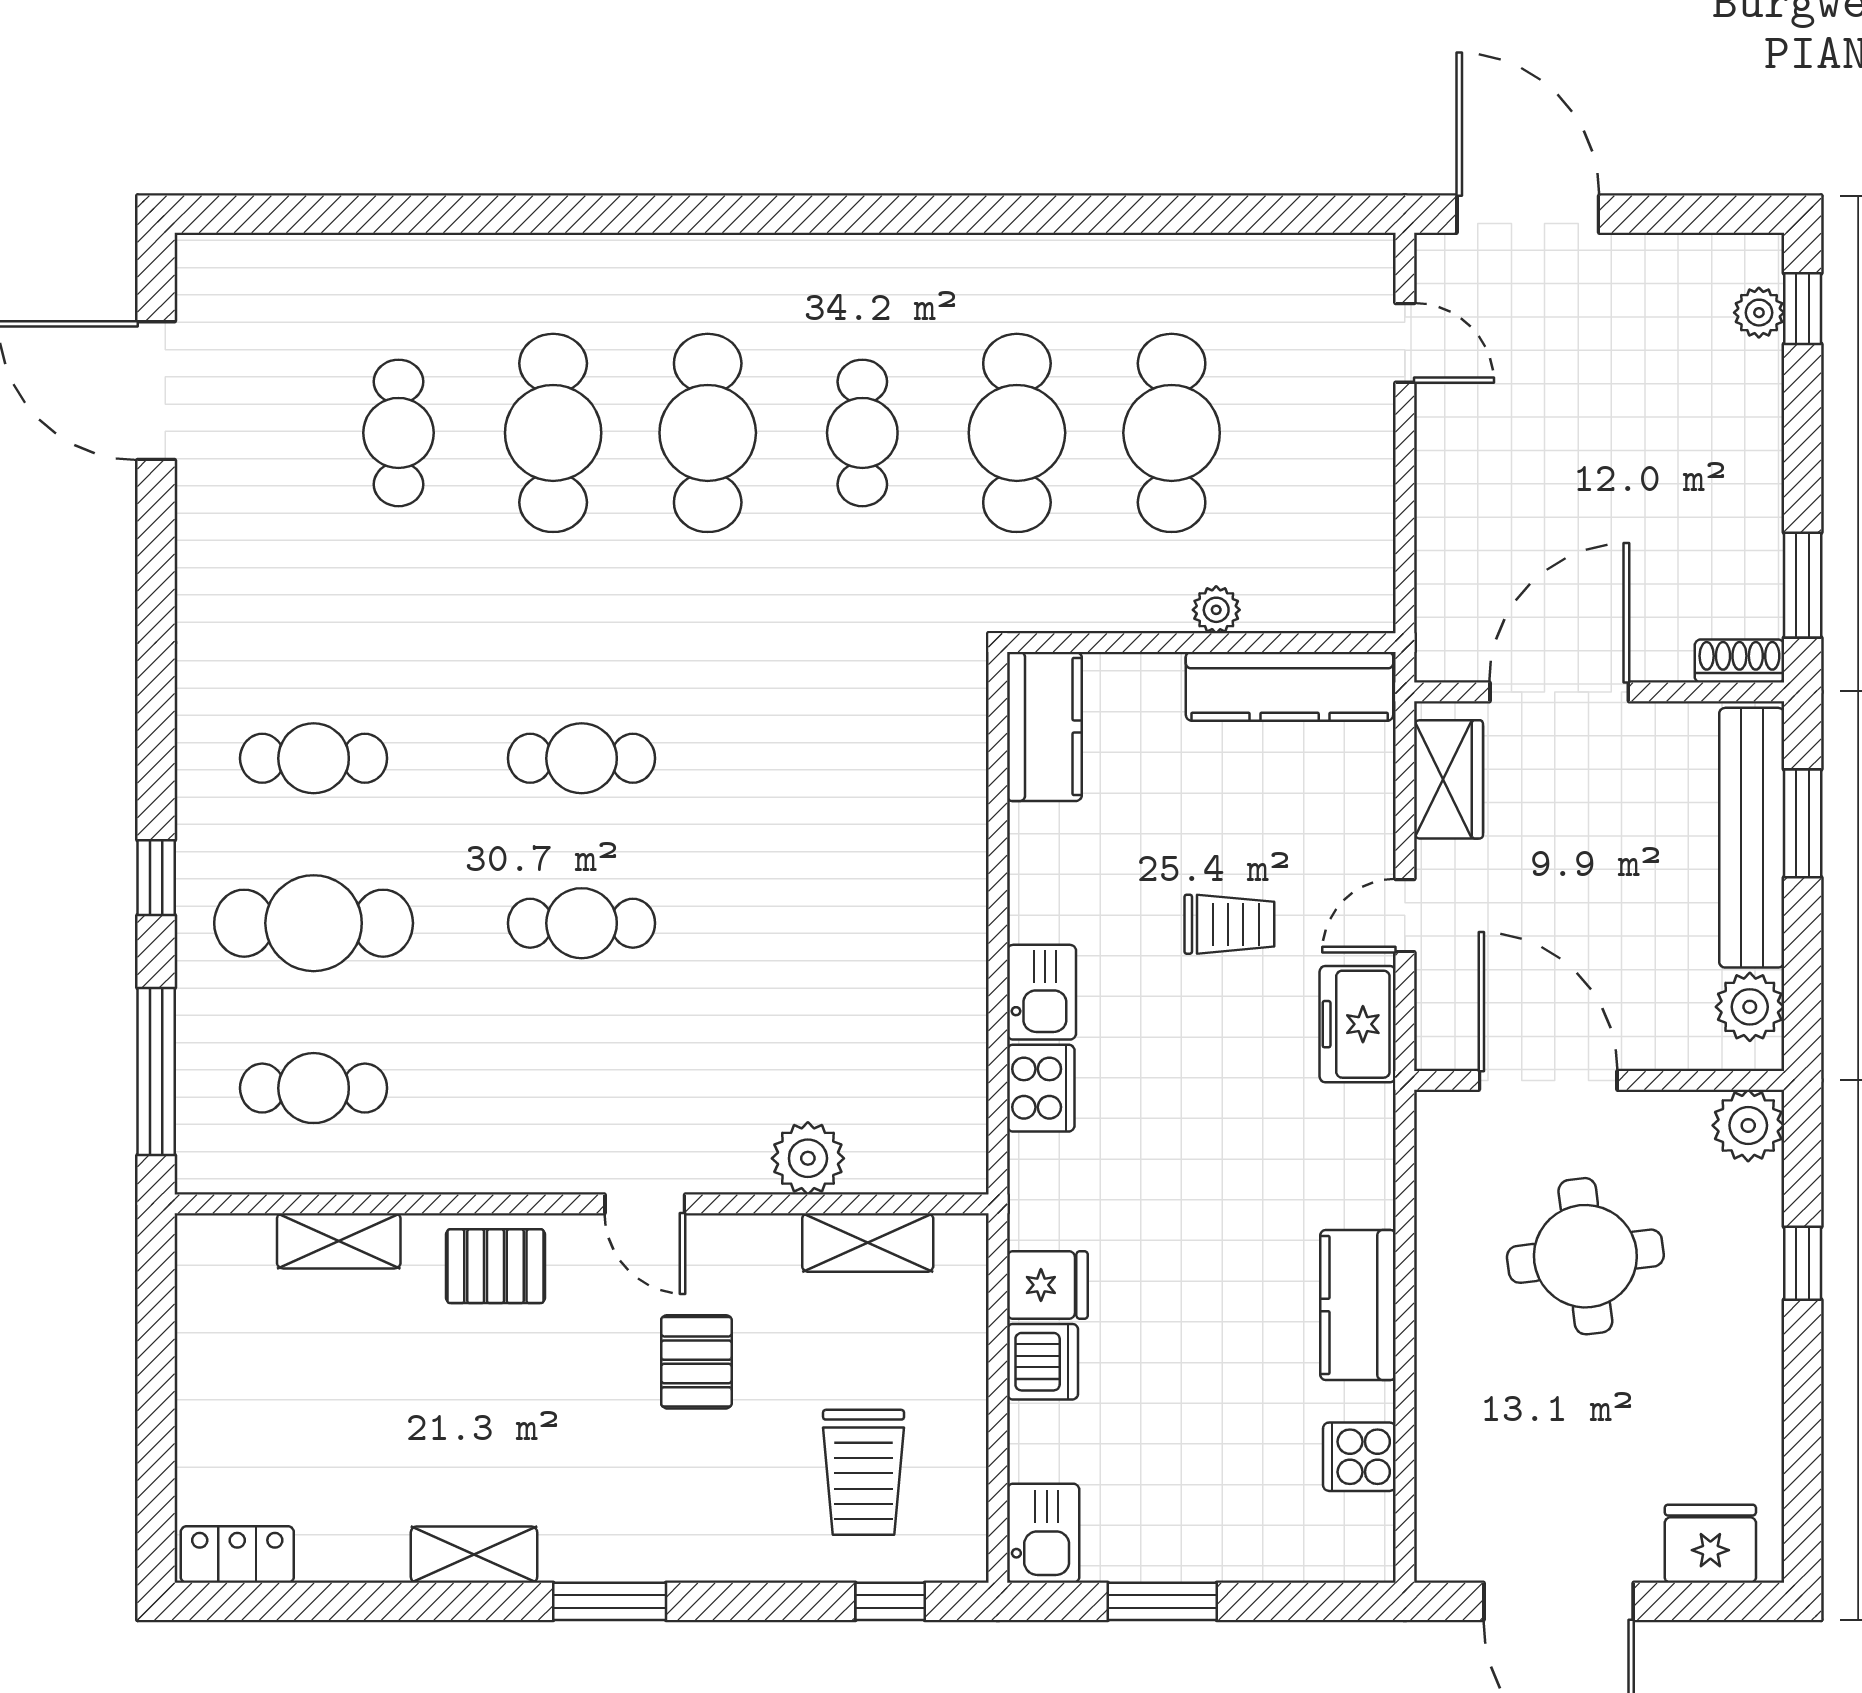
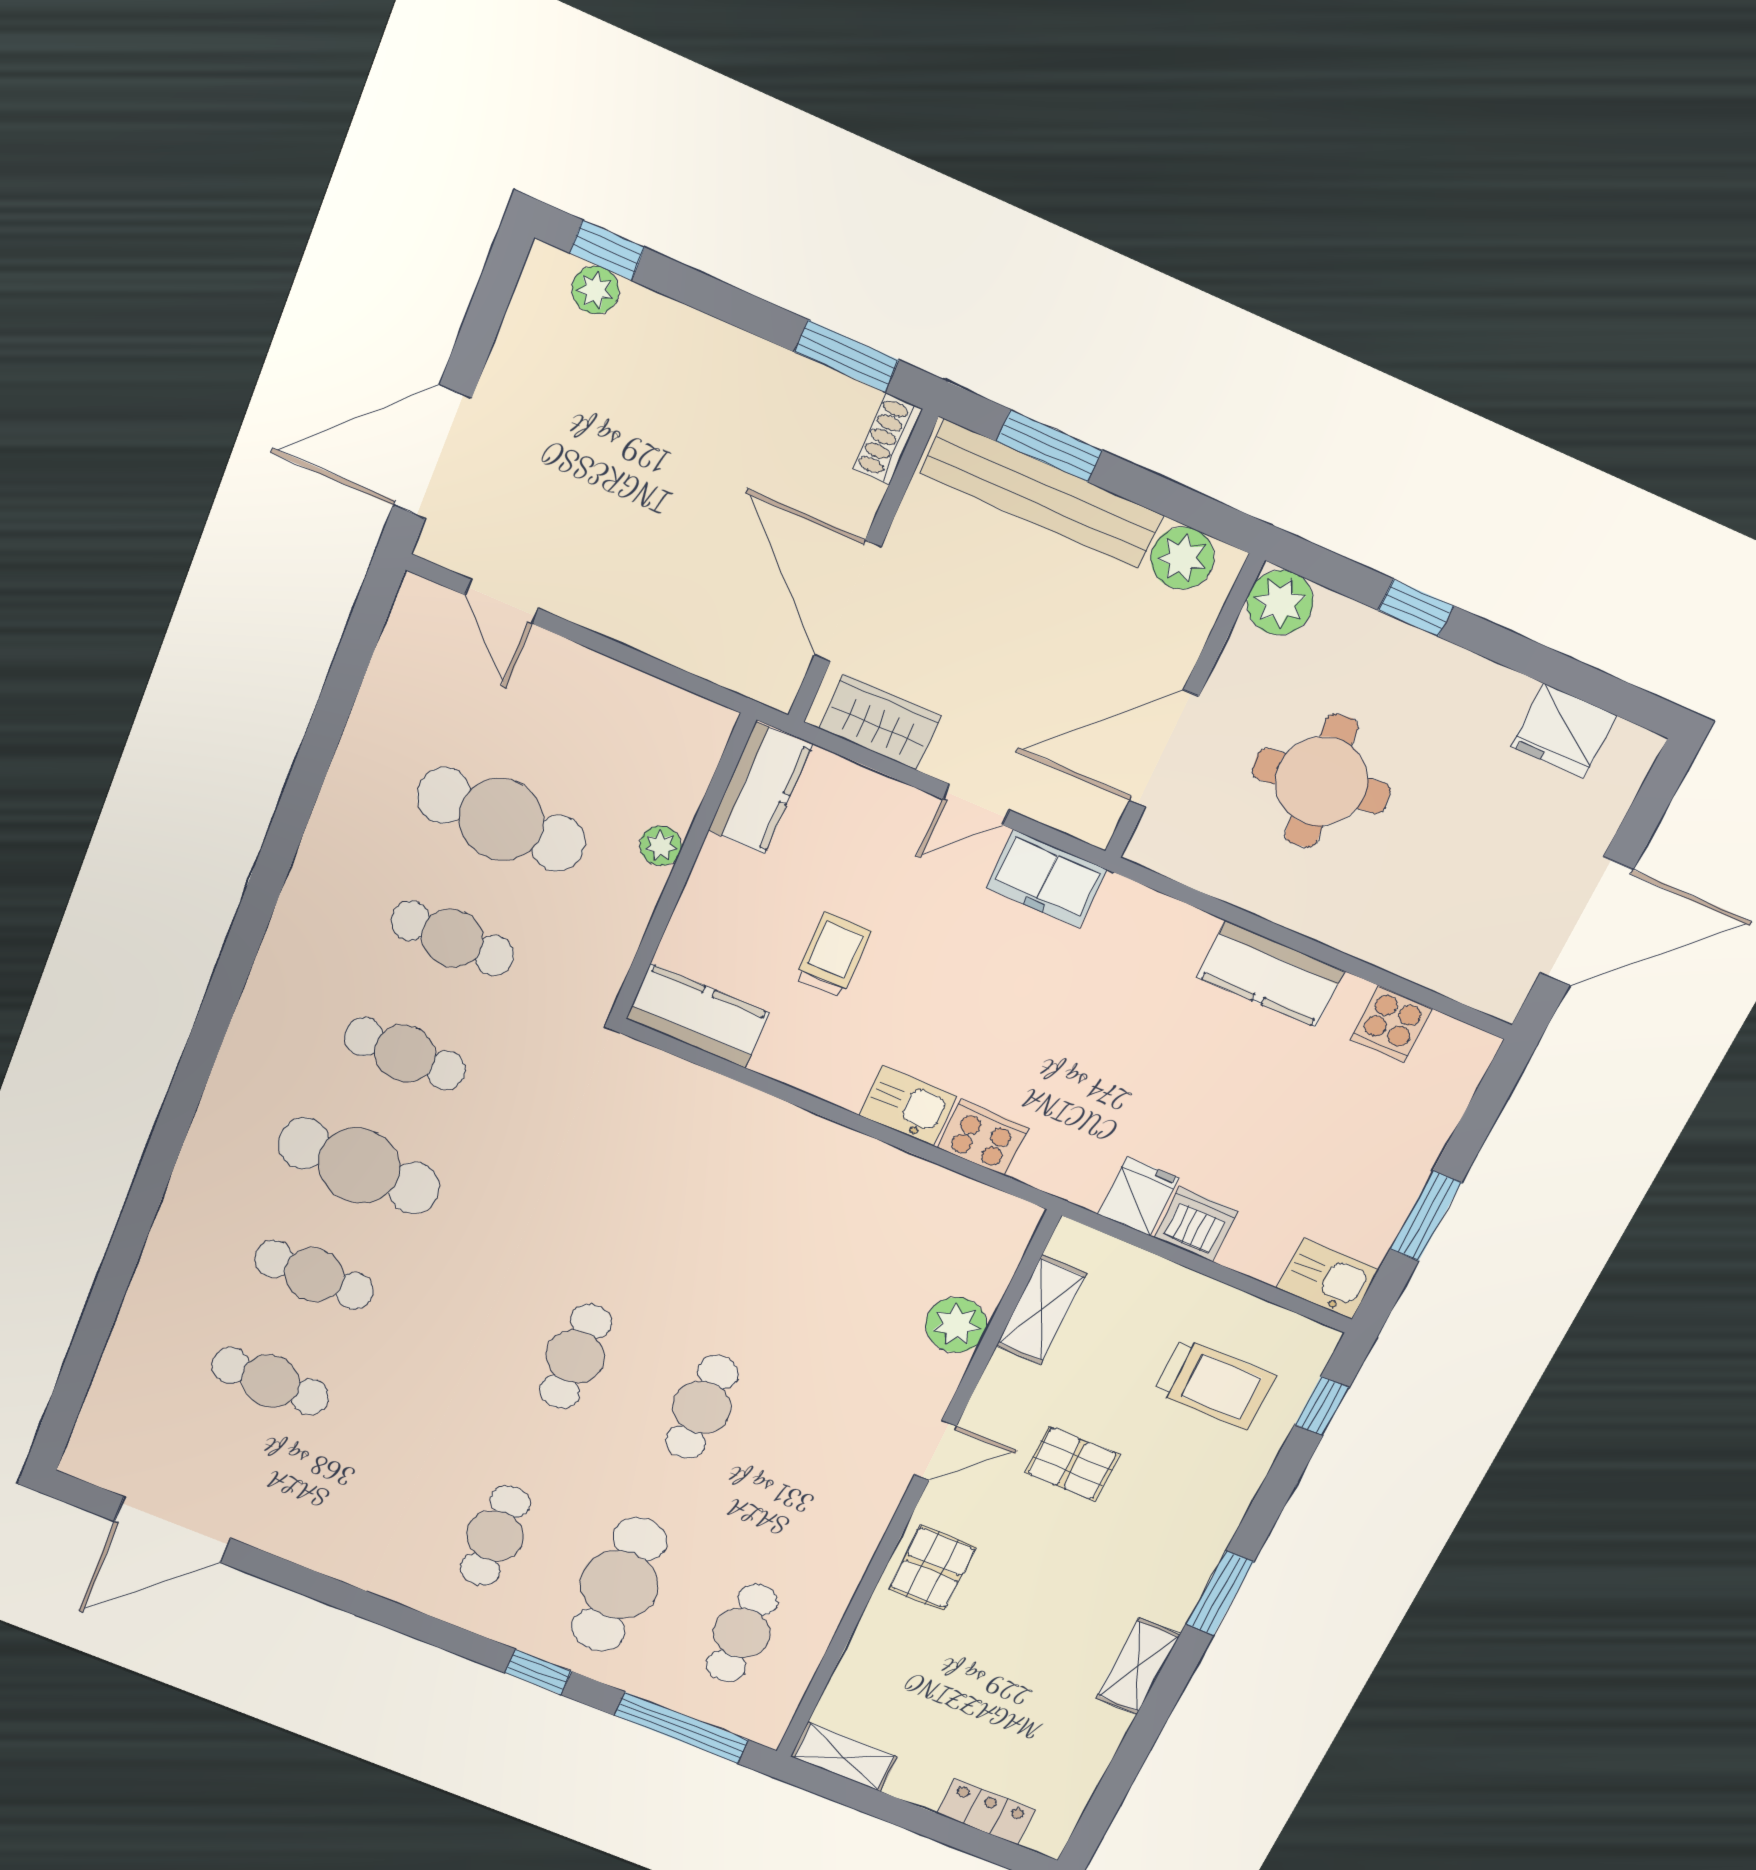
door: (1405, 343) -> (502, 602), swing flipped
cafe table: (553, 433) -> (314, 1275), width x0.73, depth x0.74
cafe table: (1017, 433) -> (452, 938), width x0.73, depth x0.74
kitchen counter: (1290, 686) -> (760, 788), width x0.67
door: (1405, 916) -> (976, 805), hinge flipped
trolley: (1229, 924) -> (833, 955), moved
shelving: (339, 1241) -> (844, 1757), moved, turned 90
fridge: (1710, 1544) -> (1564, 731), moved, turned -90
locker: (237, 1555) -> (986, 1812), moved, turned 90

